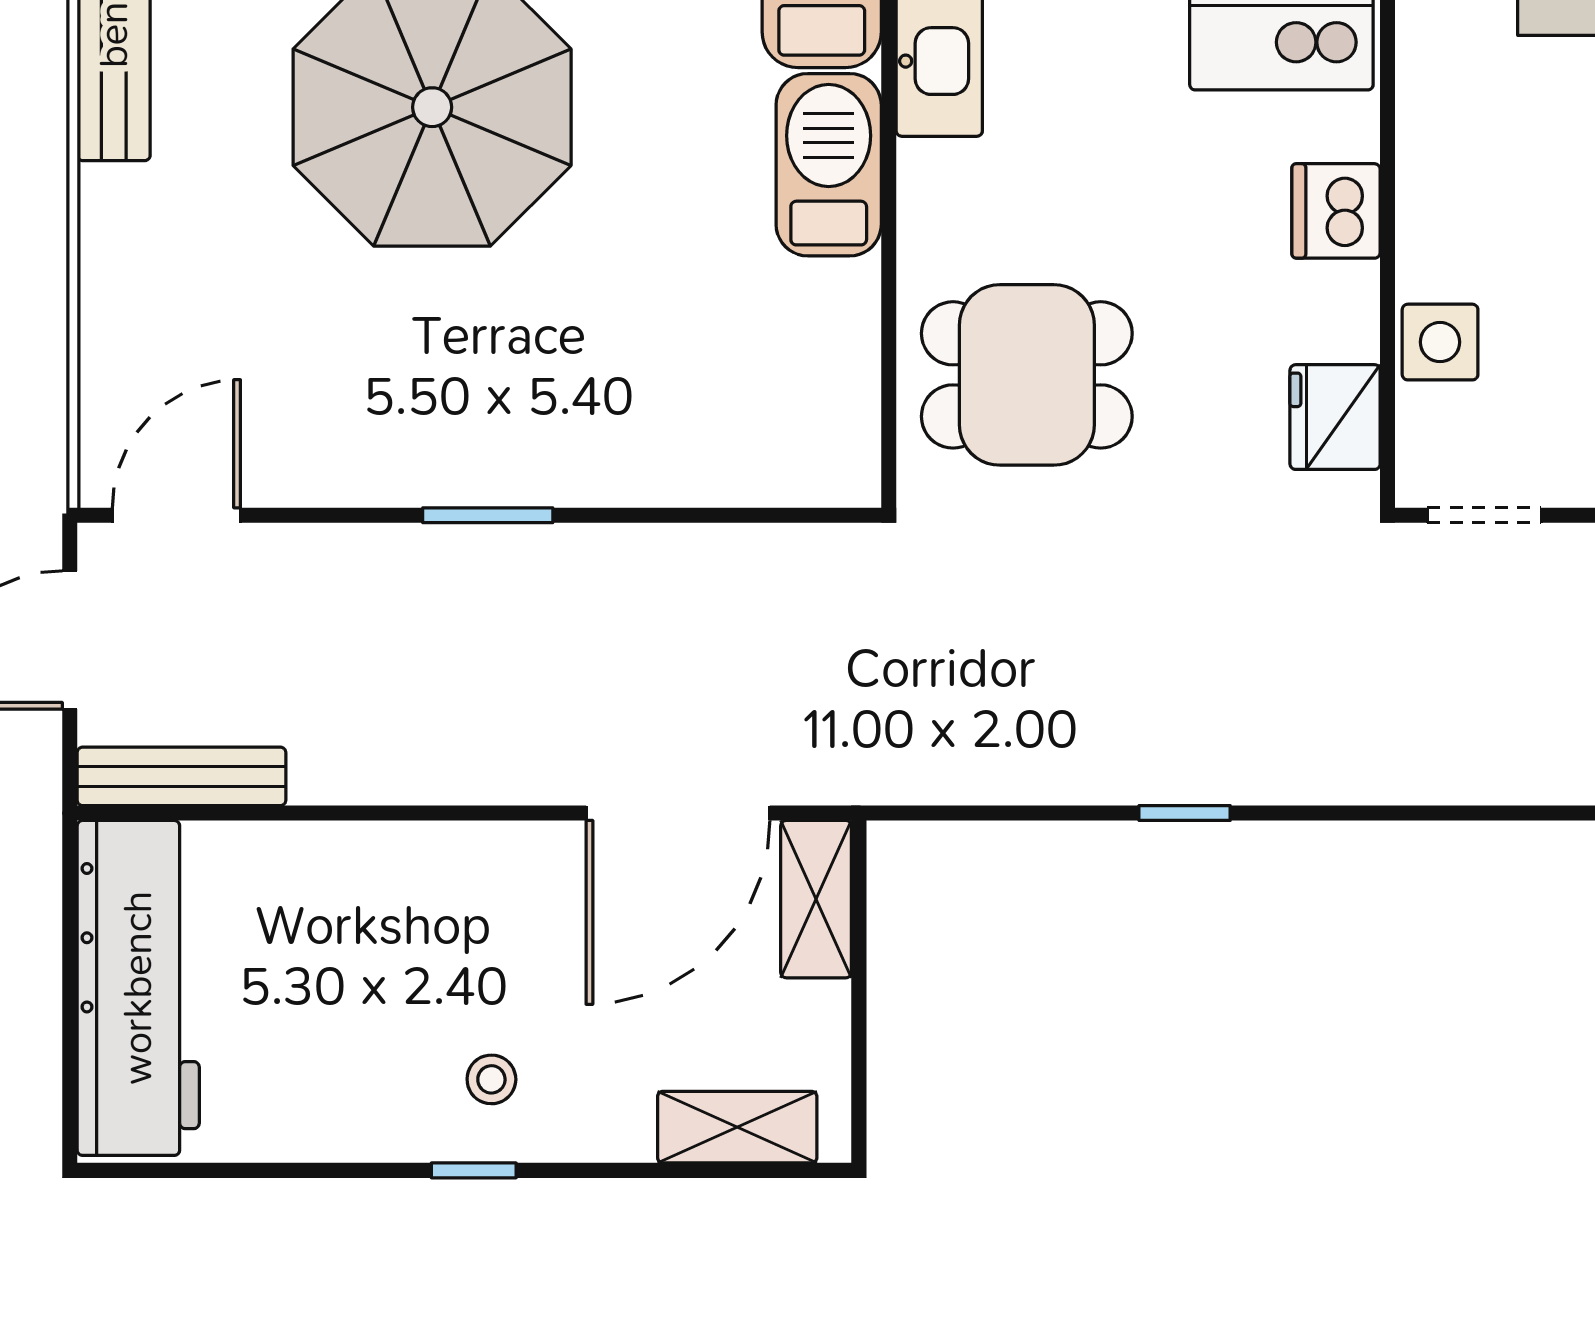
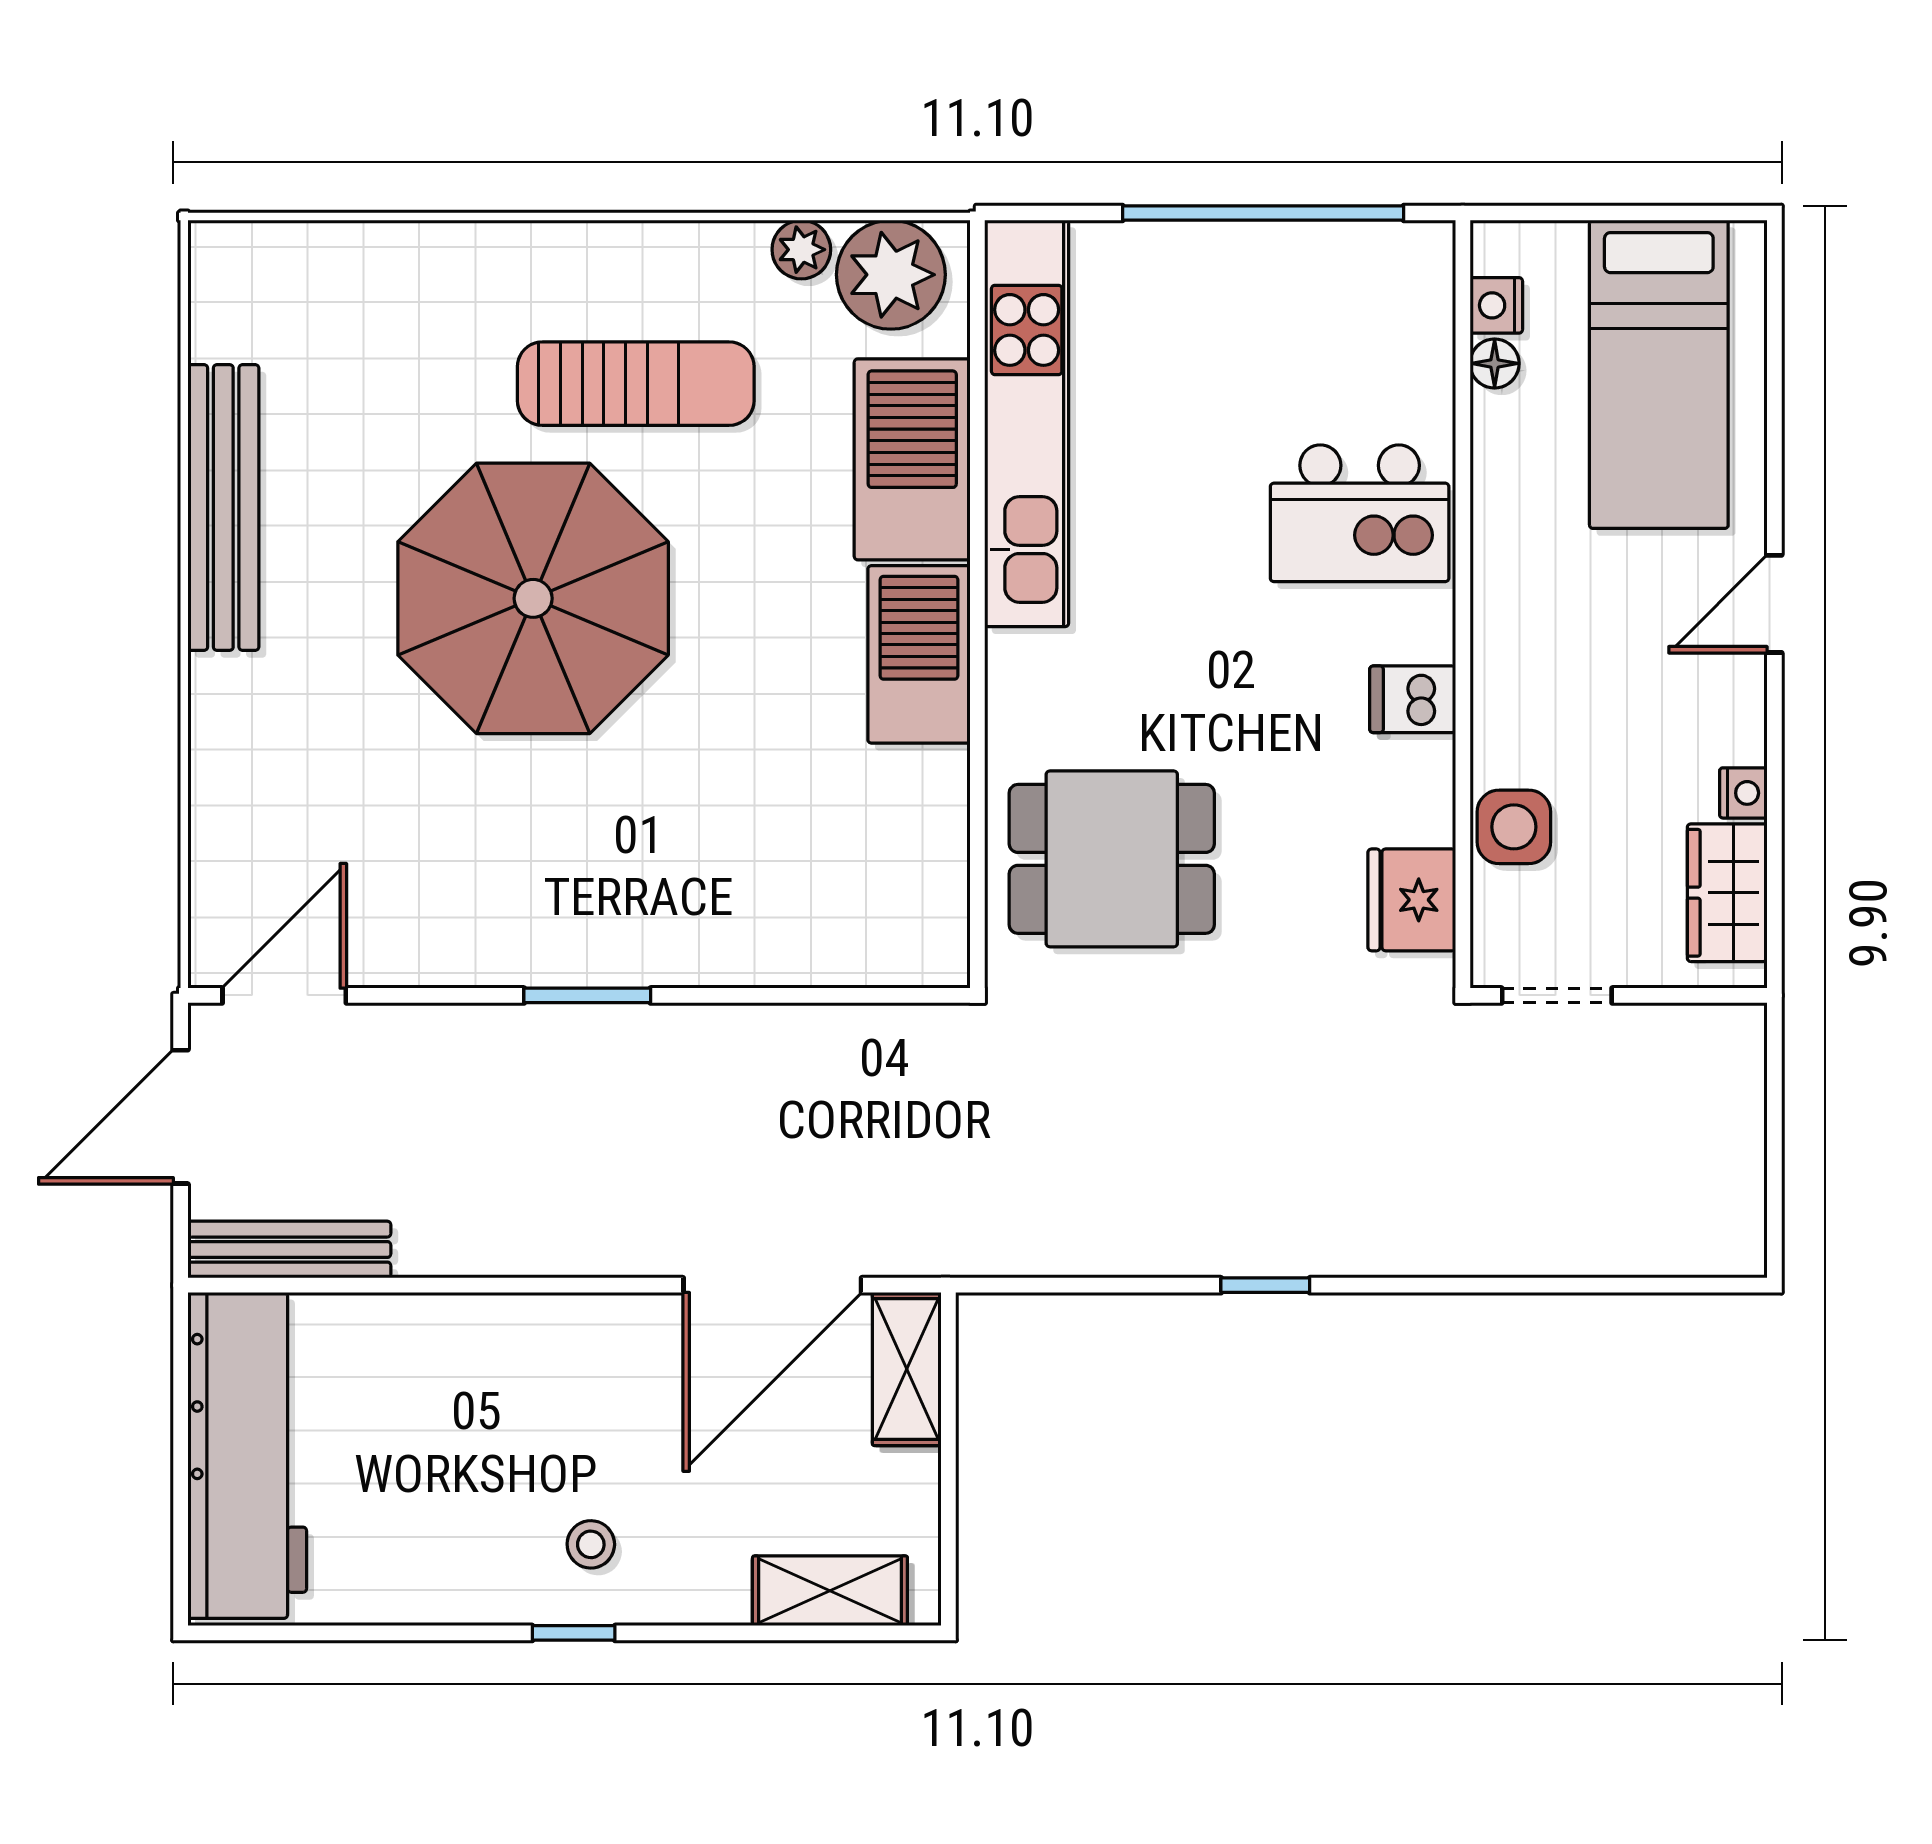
dishwasher: (1336, 211) -> (1413, 699), width x0.73

